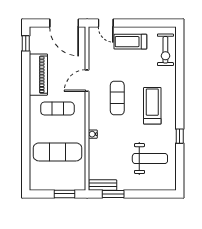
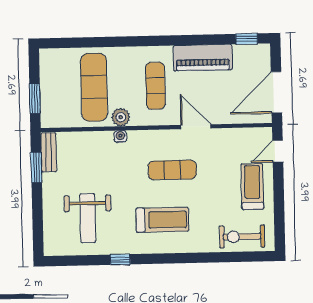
plant: (79, 134) -> (121, 117), added

